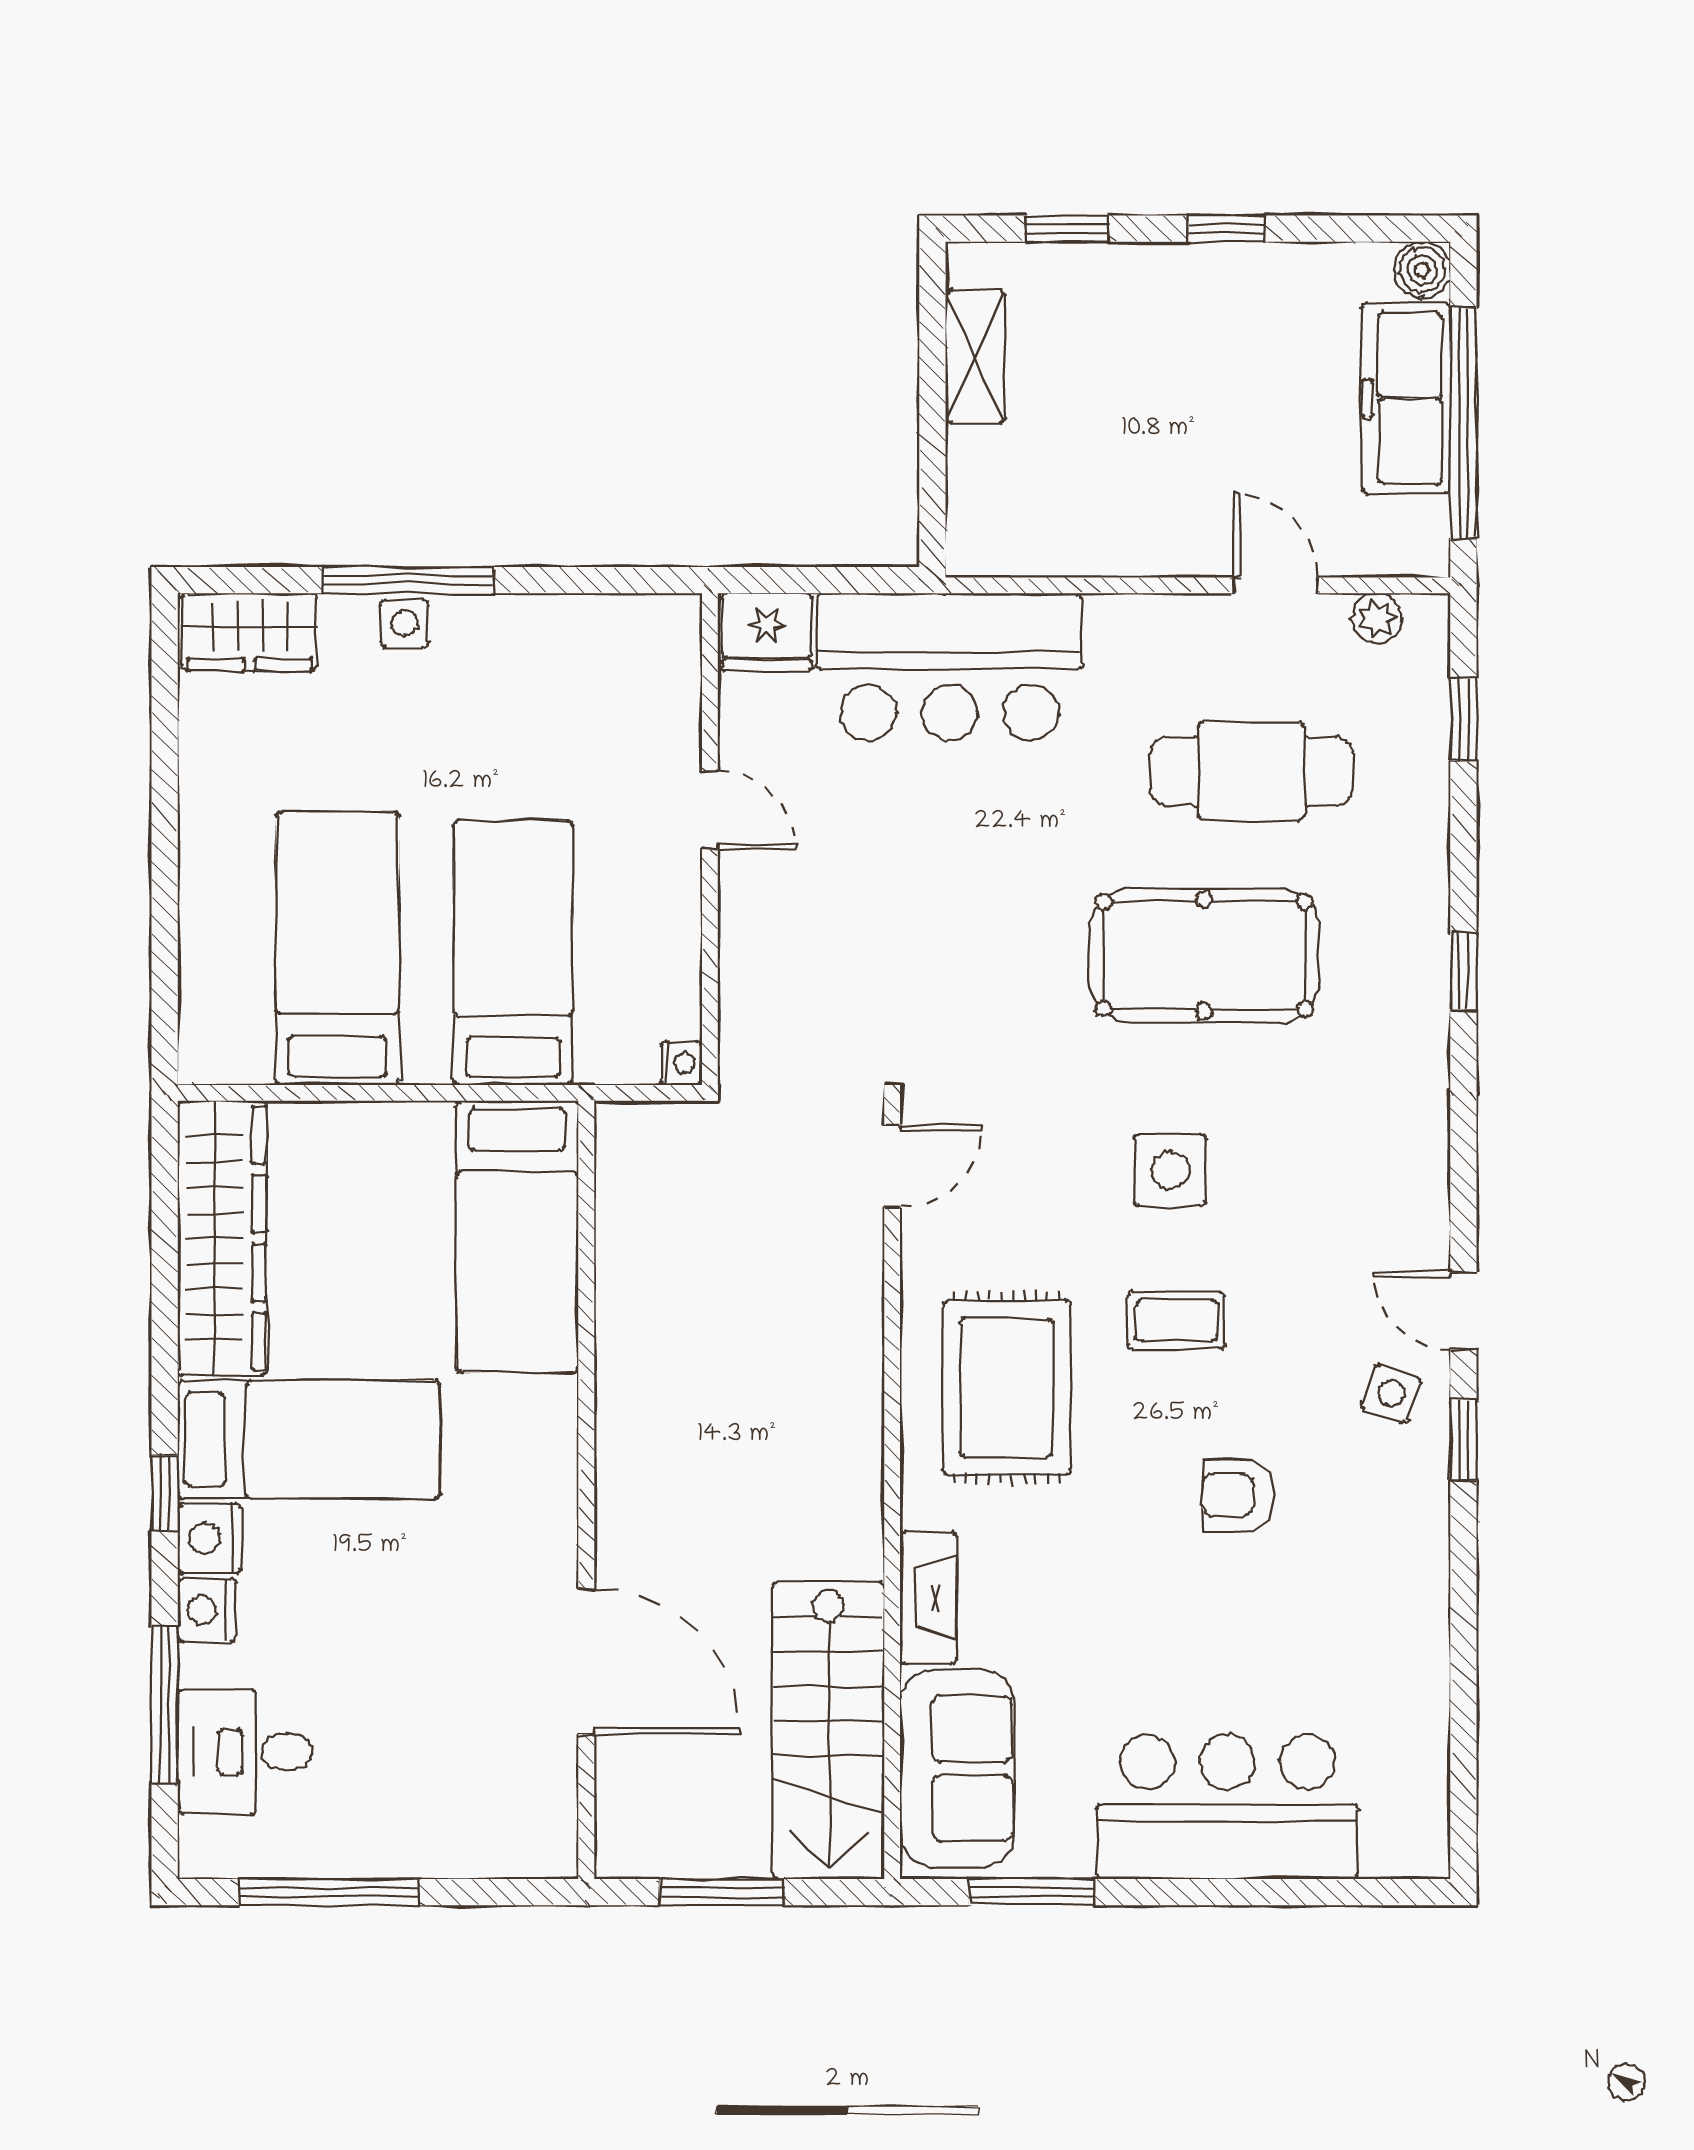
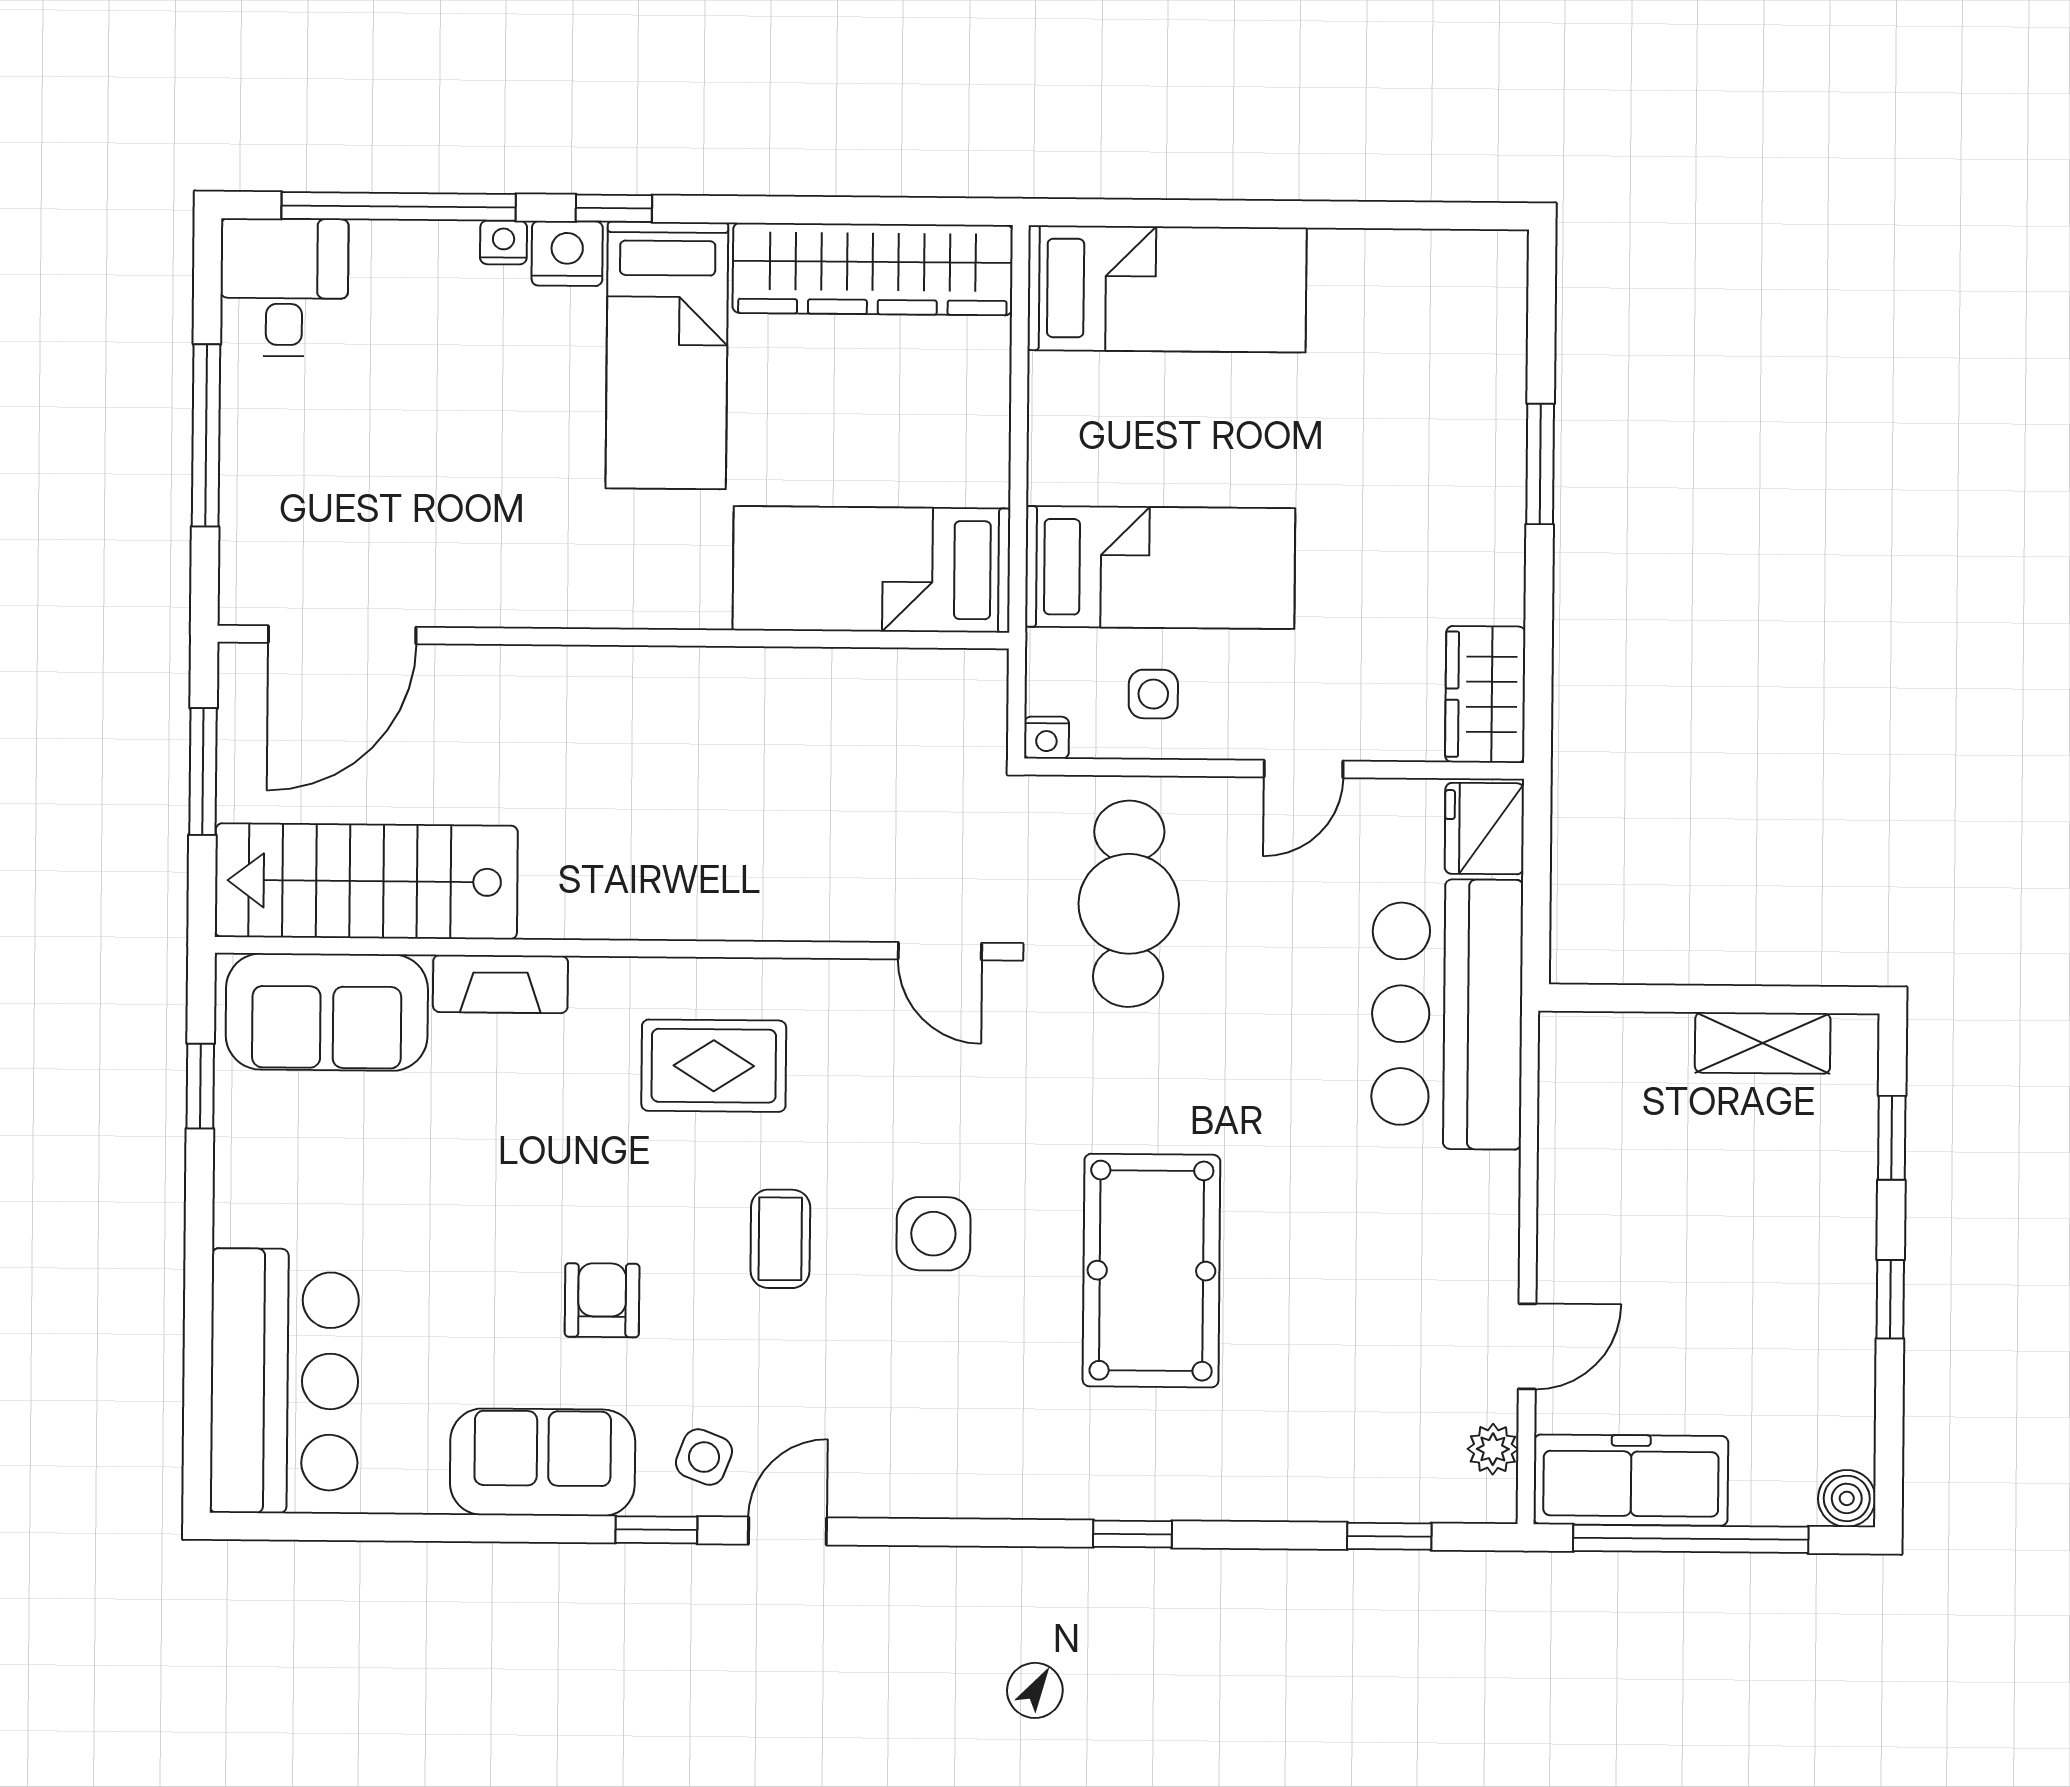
freezer: (1406, 398) -> (1631, 1480), moved
window: (408, 580) -> (1540, 464), width x0.69
side table: (405, 623) -> (1153, 694), moved
wardrobe: (250, 632) -> (1485, 694), moved
cafe table: (1252, 771) -> (1129, 904), moved
bed: (337, 948) -> (1167, 289), moved
rug: (1007, 1387) -> (714, 1066), width x0.73, depth x0.70
sofa: (1398, 1552) -> (543, 1462), added
nightstand: (207, 1610) -> (503, 242), width x0.72, depth x0.74
door: (586, 1661) -> (342, 635), moved
window: (165, 1705) -> (399, 206), width x1.46
desk: (245, 1752) -> (284, 287), moved
bar counter: (1227, 1807) -> (284, 1381), moved
window: (329, 1892) -> (206, 435), moved
window: (1031, 1892) -> (200, 1086), width x0.67

